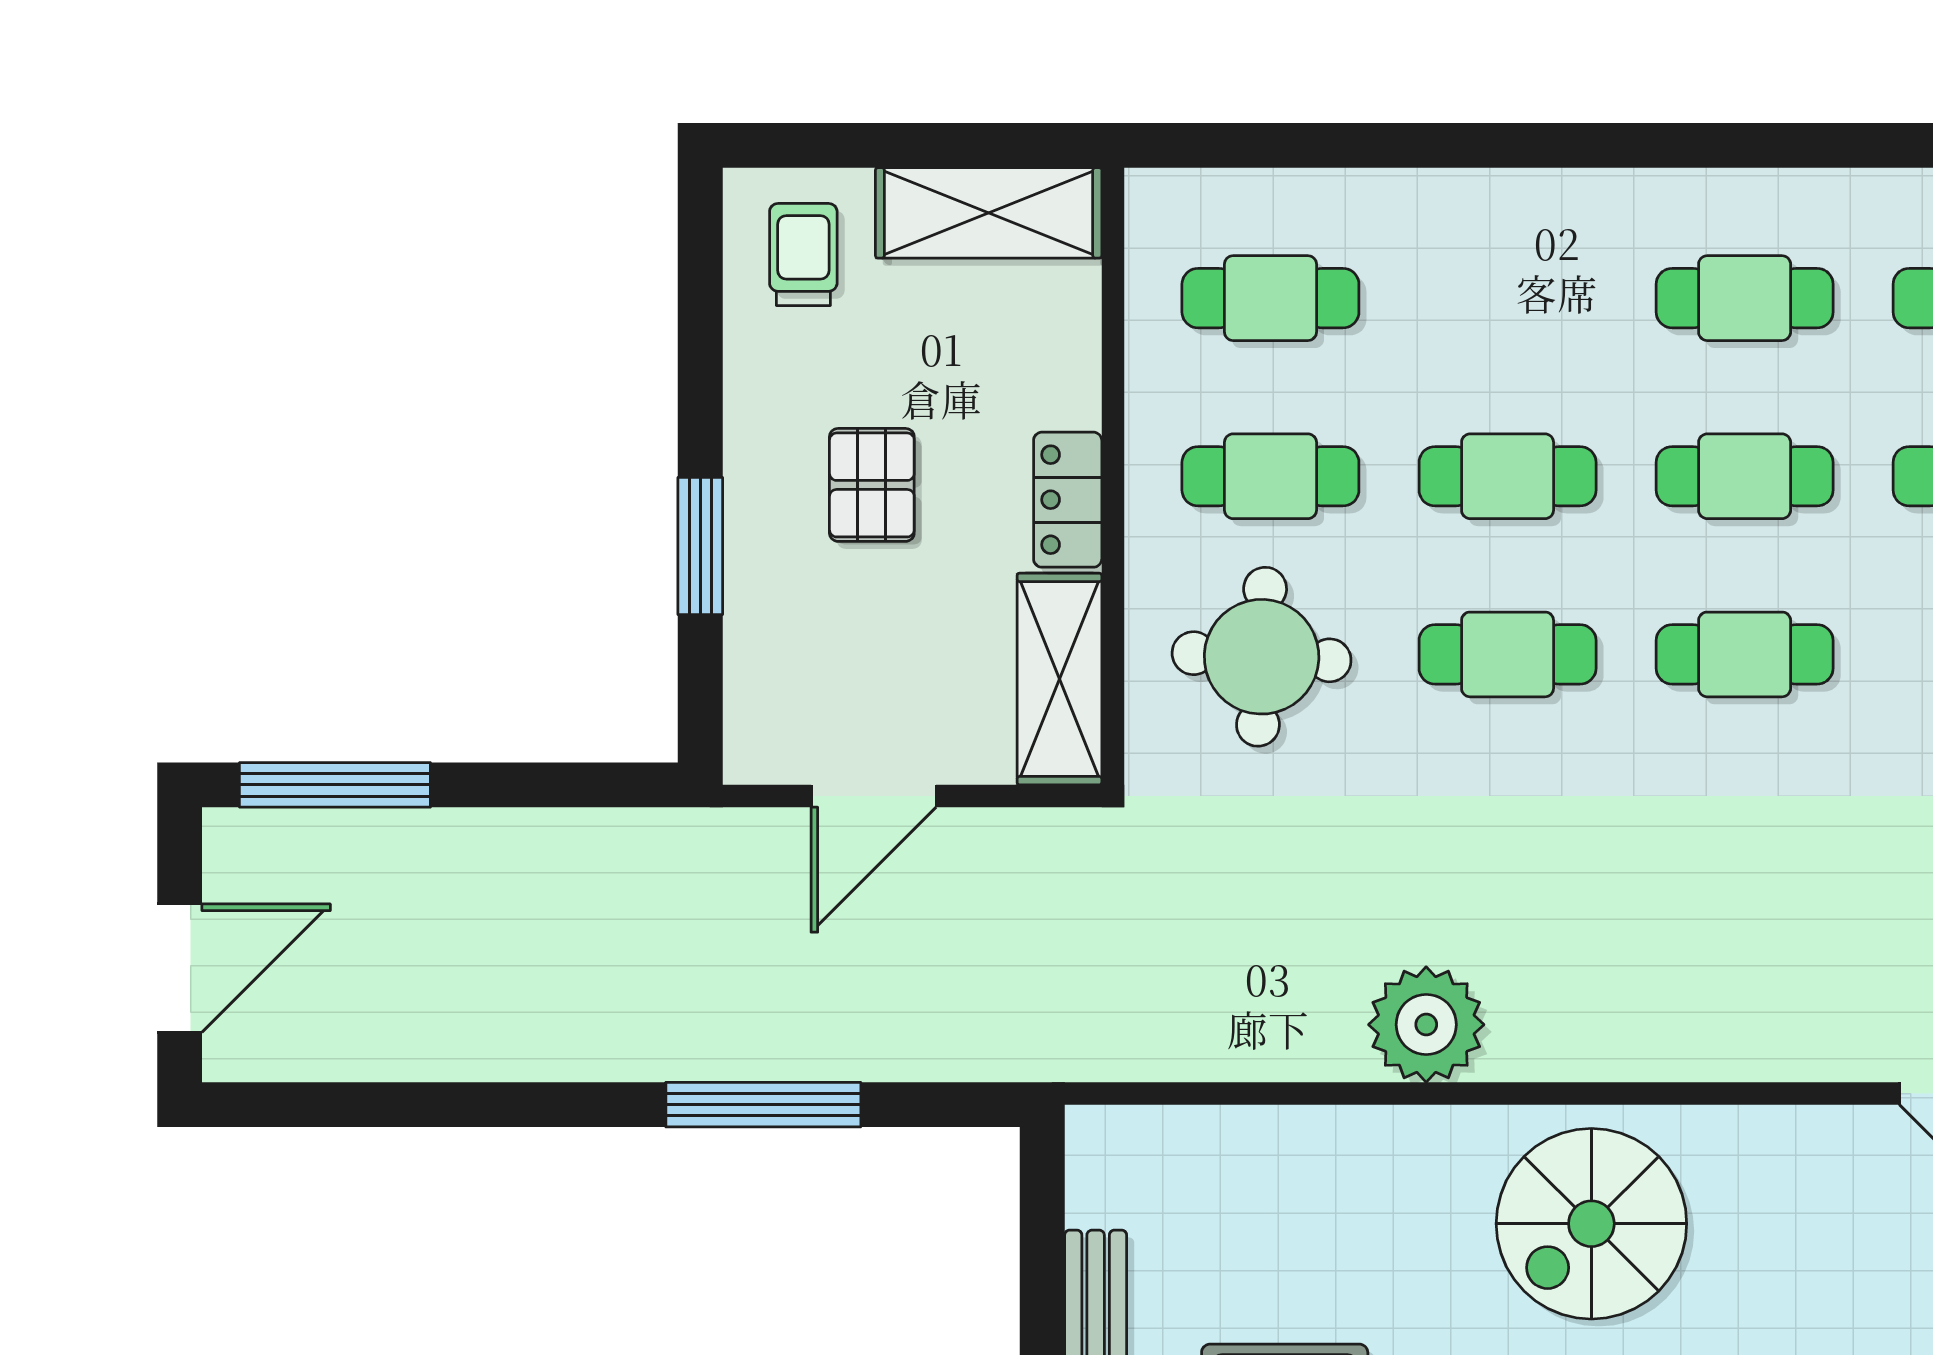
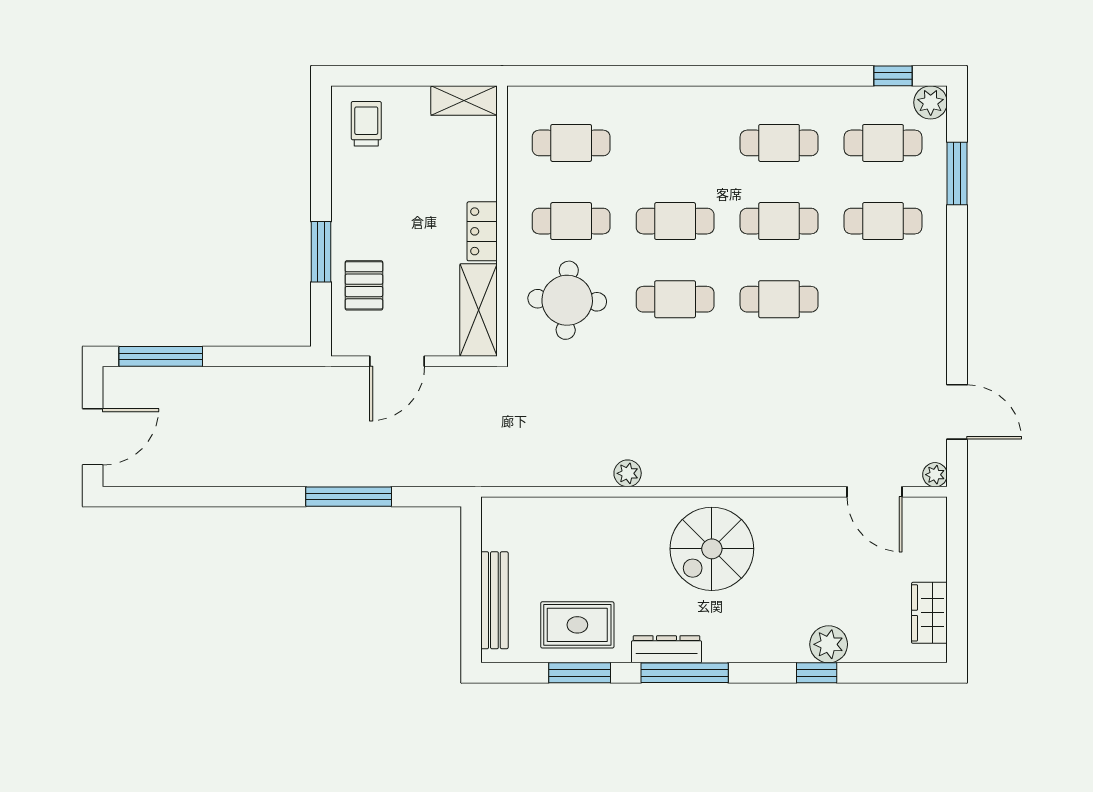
shelving: (989, 213) -> (464, 101), width x0.67, depth x0.75
pallet: (872, 485) -> (364, 285), moved
plant: (1426, 1025) -> (628, 473), width x0.53, depth x0.53

